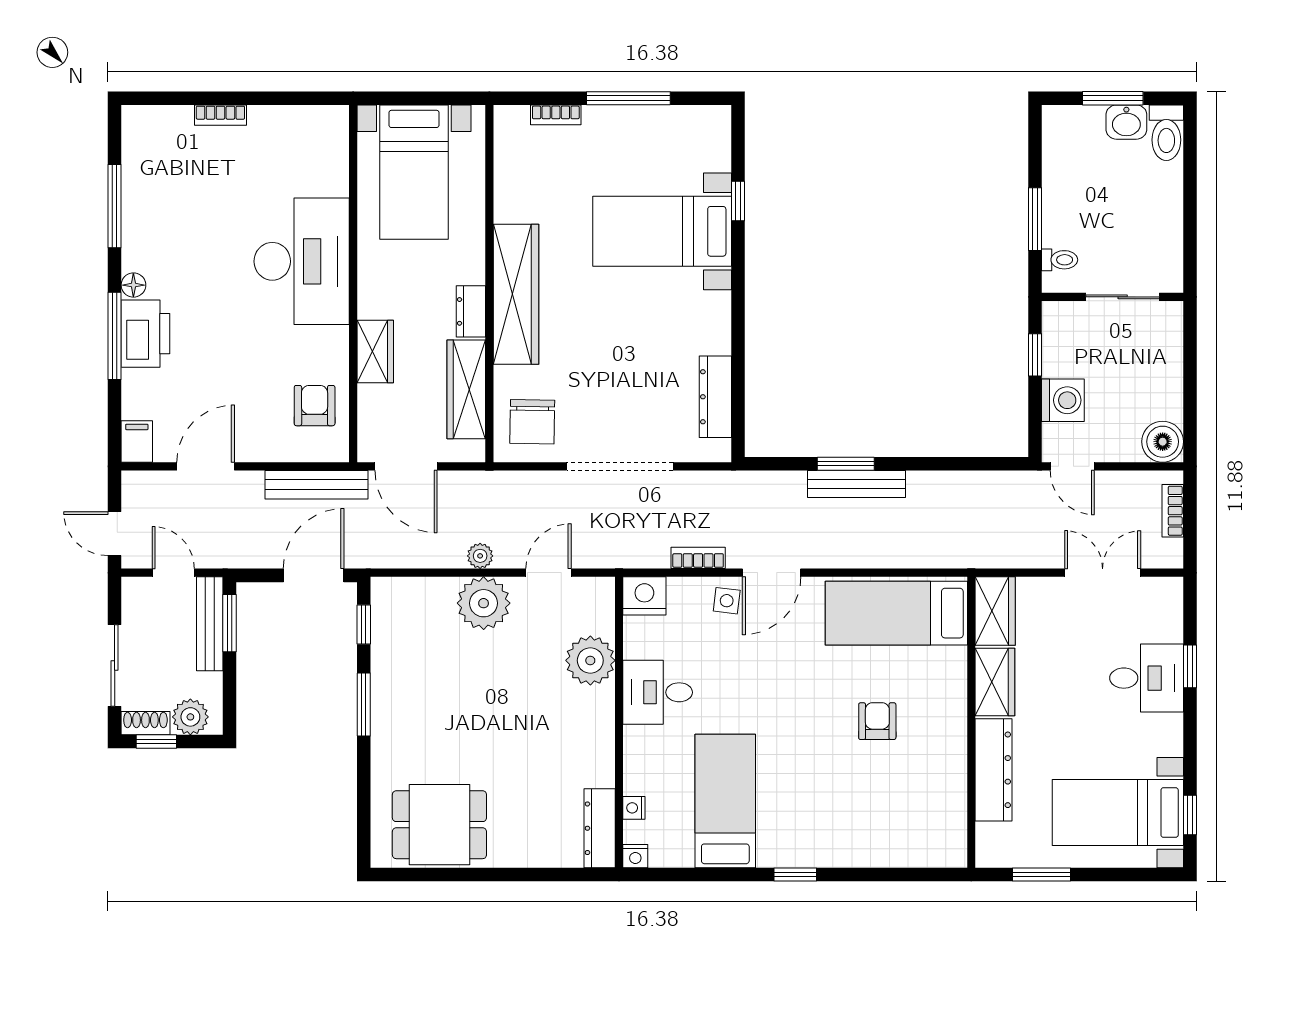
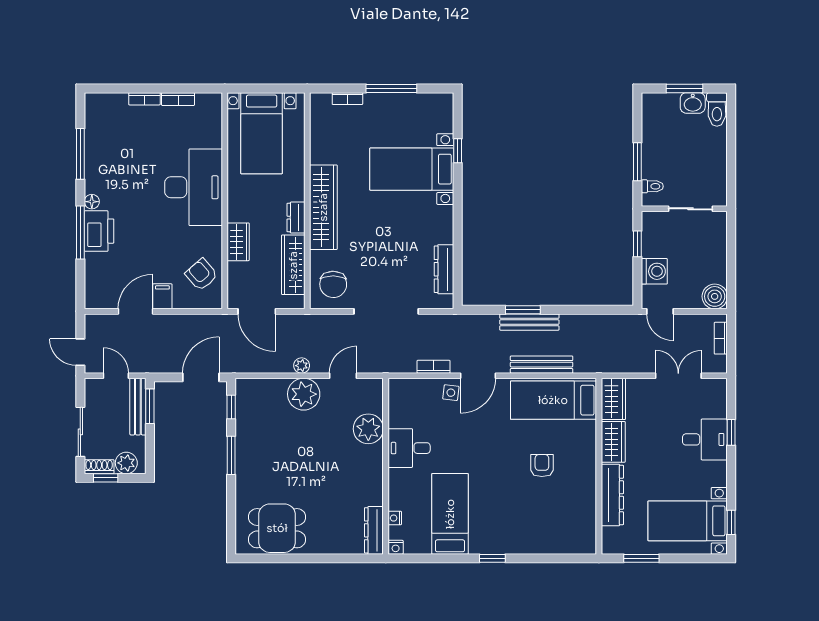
bookcase: (276, 116) -> (178, 99), added
armchair: (315, 406) -> (201, 275), turned -41
filing cabinet: (137, 442) -> (162, 296), moved
bench: (316, 485) -> (542, 365), moved
nightstand: (644, 596) -> (401, 390), removed

